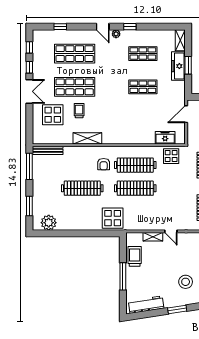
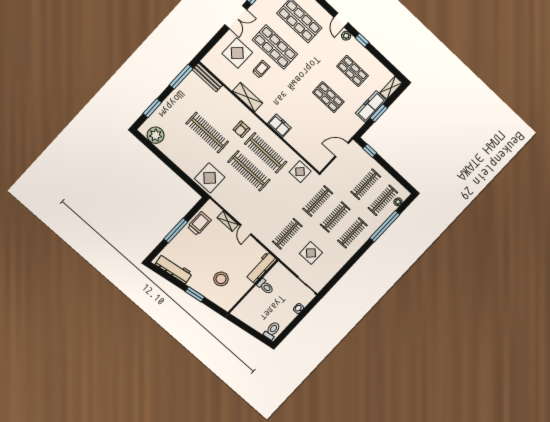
freezer: (165, 138) -> (279, 126), moved

